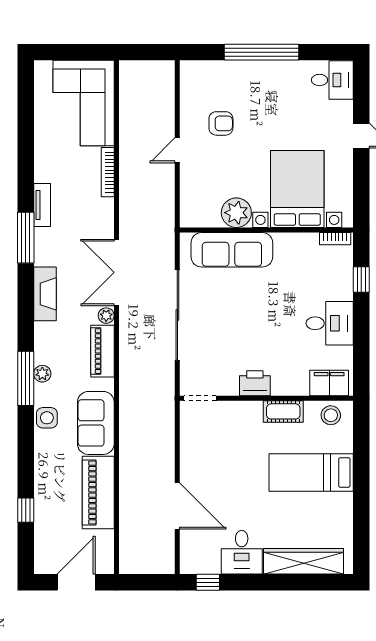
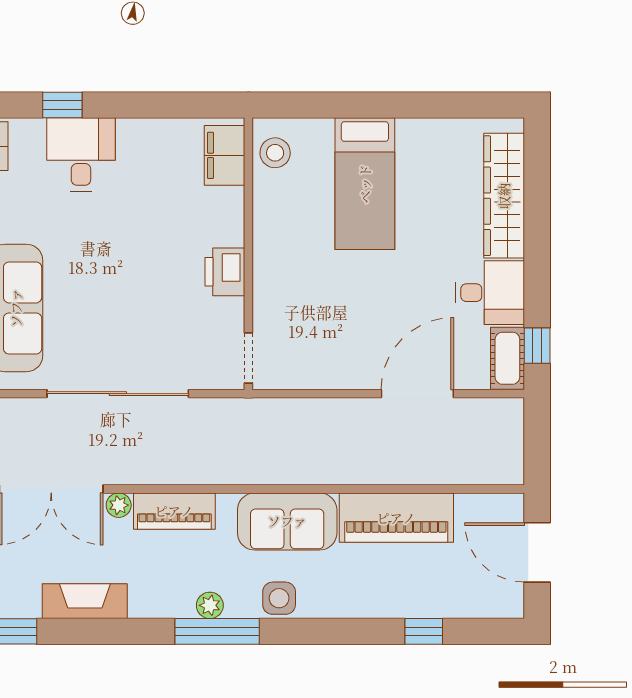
desk: (330, 323) -> (81, 155), moved
cot: (283, 411) -> (507, 358), moved

